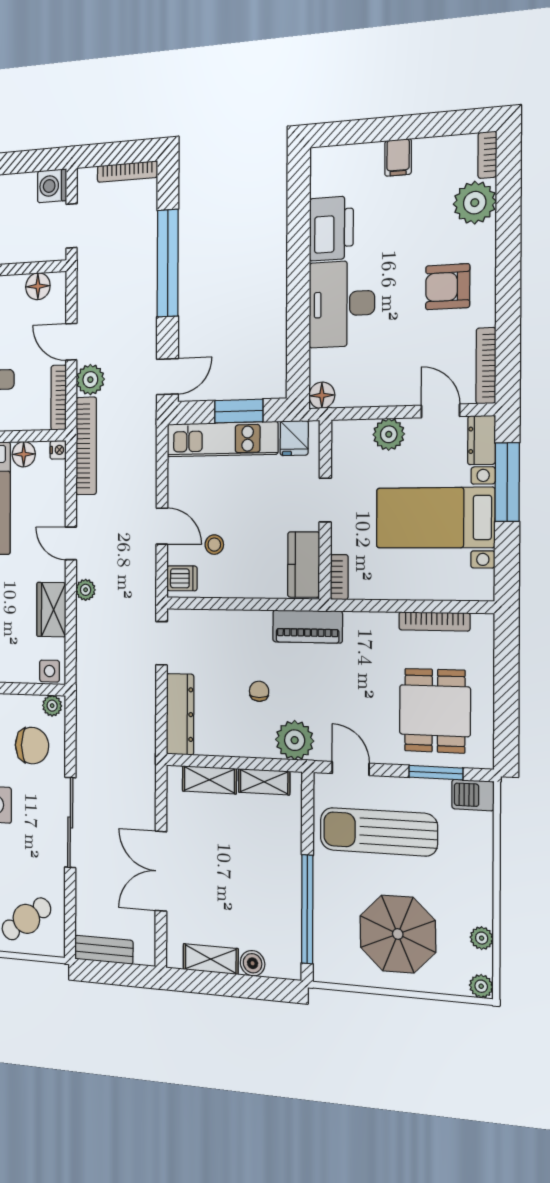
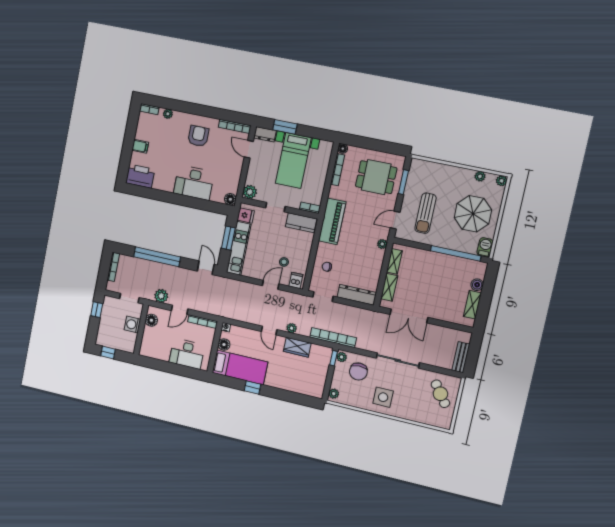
window: (34, 161) -> (97, 310), added
washing machine: (52, 186) -> (132, 325), moved, turned 90
plant: (475, 203) -> (168, 114), width x0.53, depth x0.53
printer: (331, 228) -> (140, 176), moved
armchair: (448, 287) -> (198, 136), turned 180
plant: (90, 380) -> (161, 296), moved
door: (440, 411) -> (249, 149), hinge flipped
plant: (389, 434) -> (250, 192), moved
bookcase: (86, 446) -> (333, 338), moved
window: (507, 482) -> (285, 127), width x0.69
door: (71, 543) -> (269, 331), hinge flipped
floor lamp: (484, 624) -> (343, 149), added
piano: (307, 626) -> (332, 221), width x1.37, depth x1.33
side table: (50, 671) -> (325, 355), removed
window: (46, 689) -> (334, 358), added
chair: (259, 691) -> (327, 267), moved
plant: (295, 740) -> (382, 244), width x0.53, depth x0.53
chair: (32, 746) -> (358, 372), turned 180
barbecue: (473, 795) -> (485, 247), moved, turned 180
sun lounger: (378, 832) -> (426, 213), width x0.73, depth x0.75
double door: (161, 871) -> (409, 316), moved

